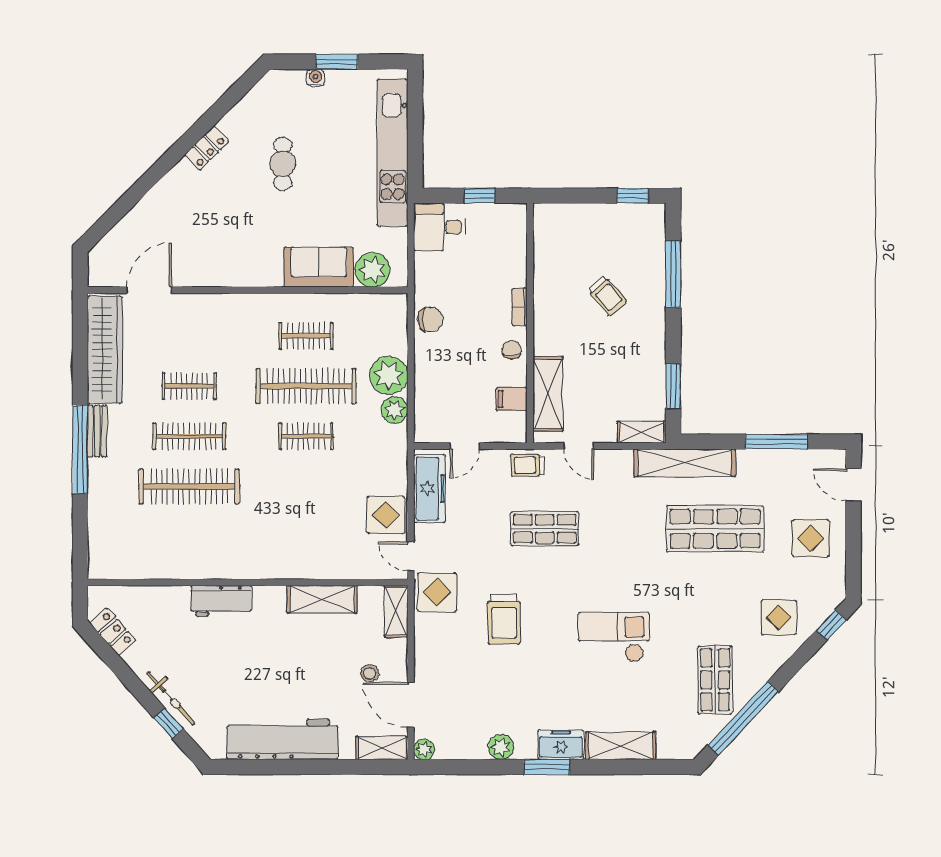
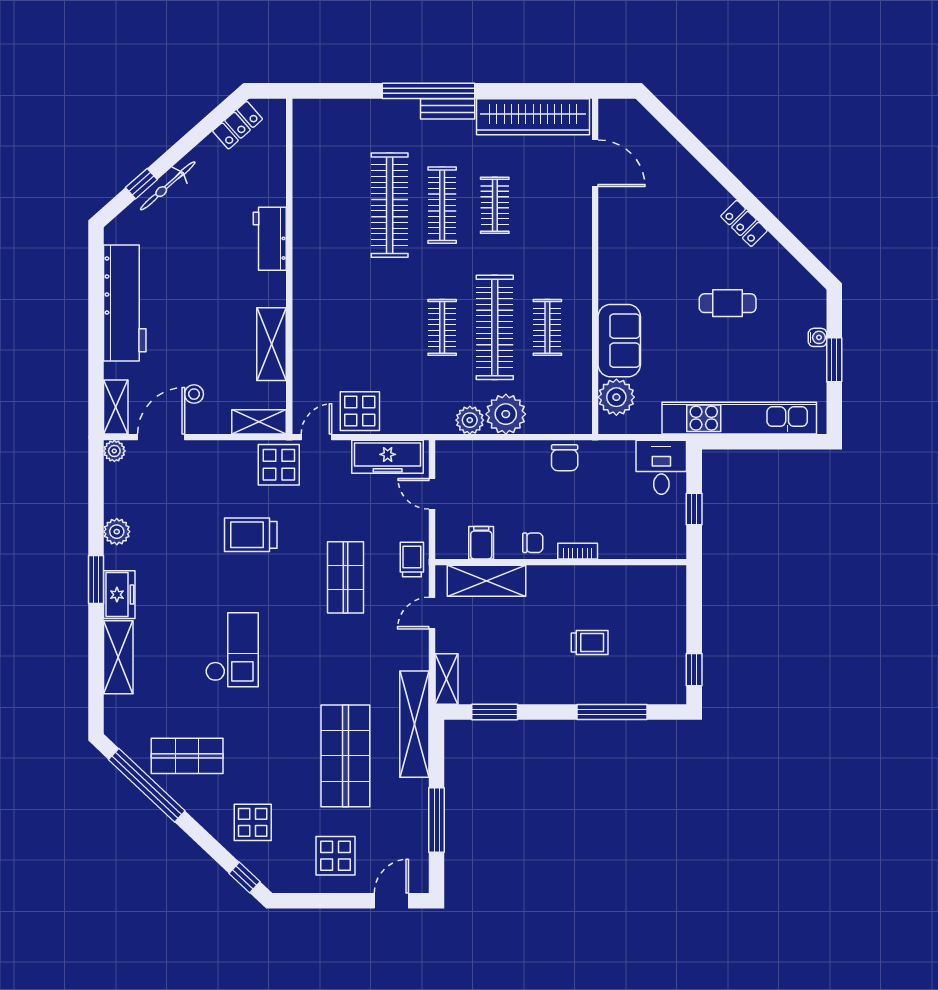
trolley: (607, 295) -> (590, 643), turned -139

